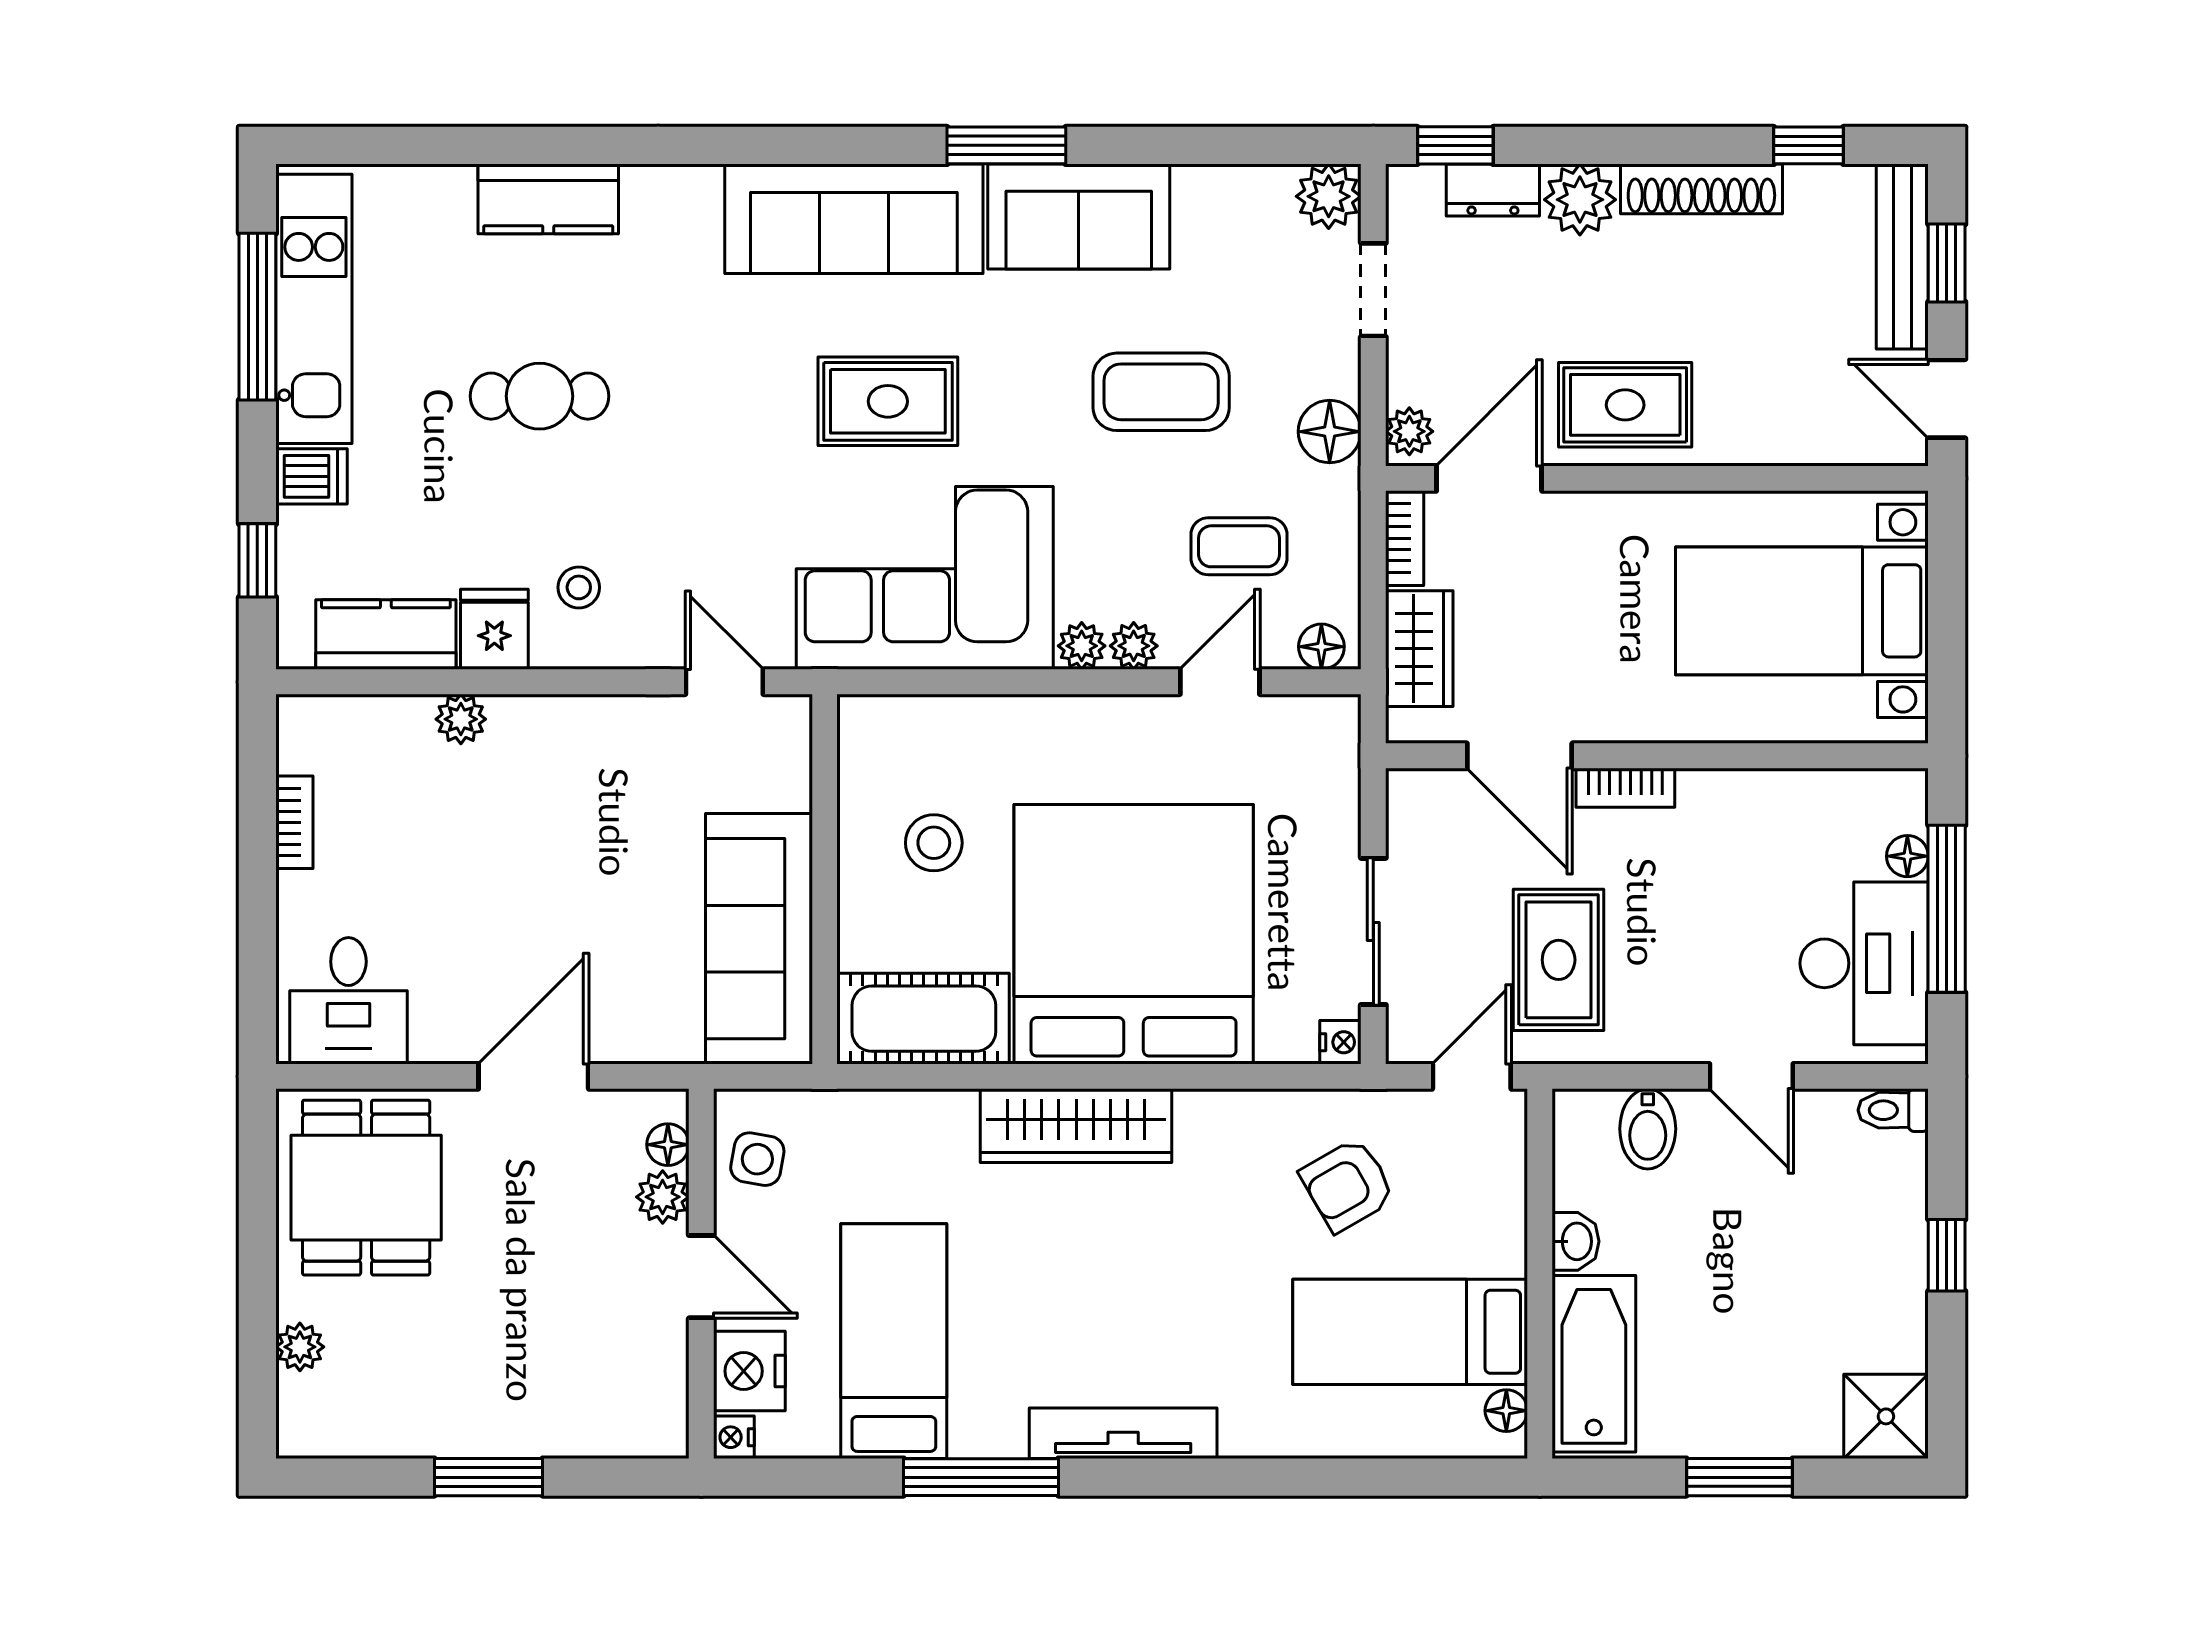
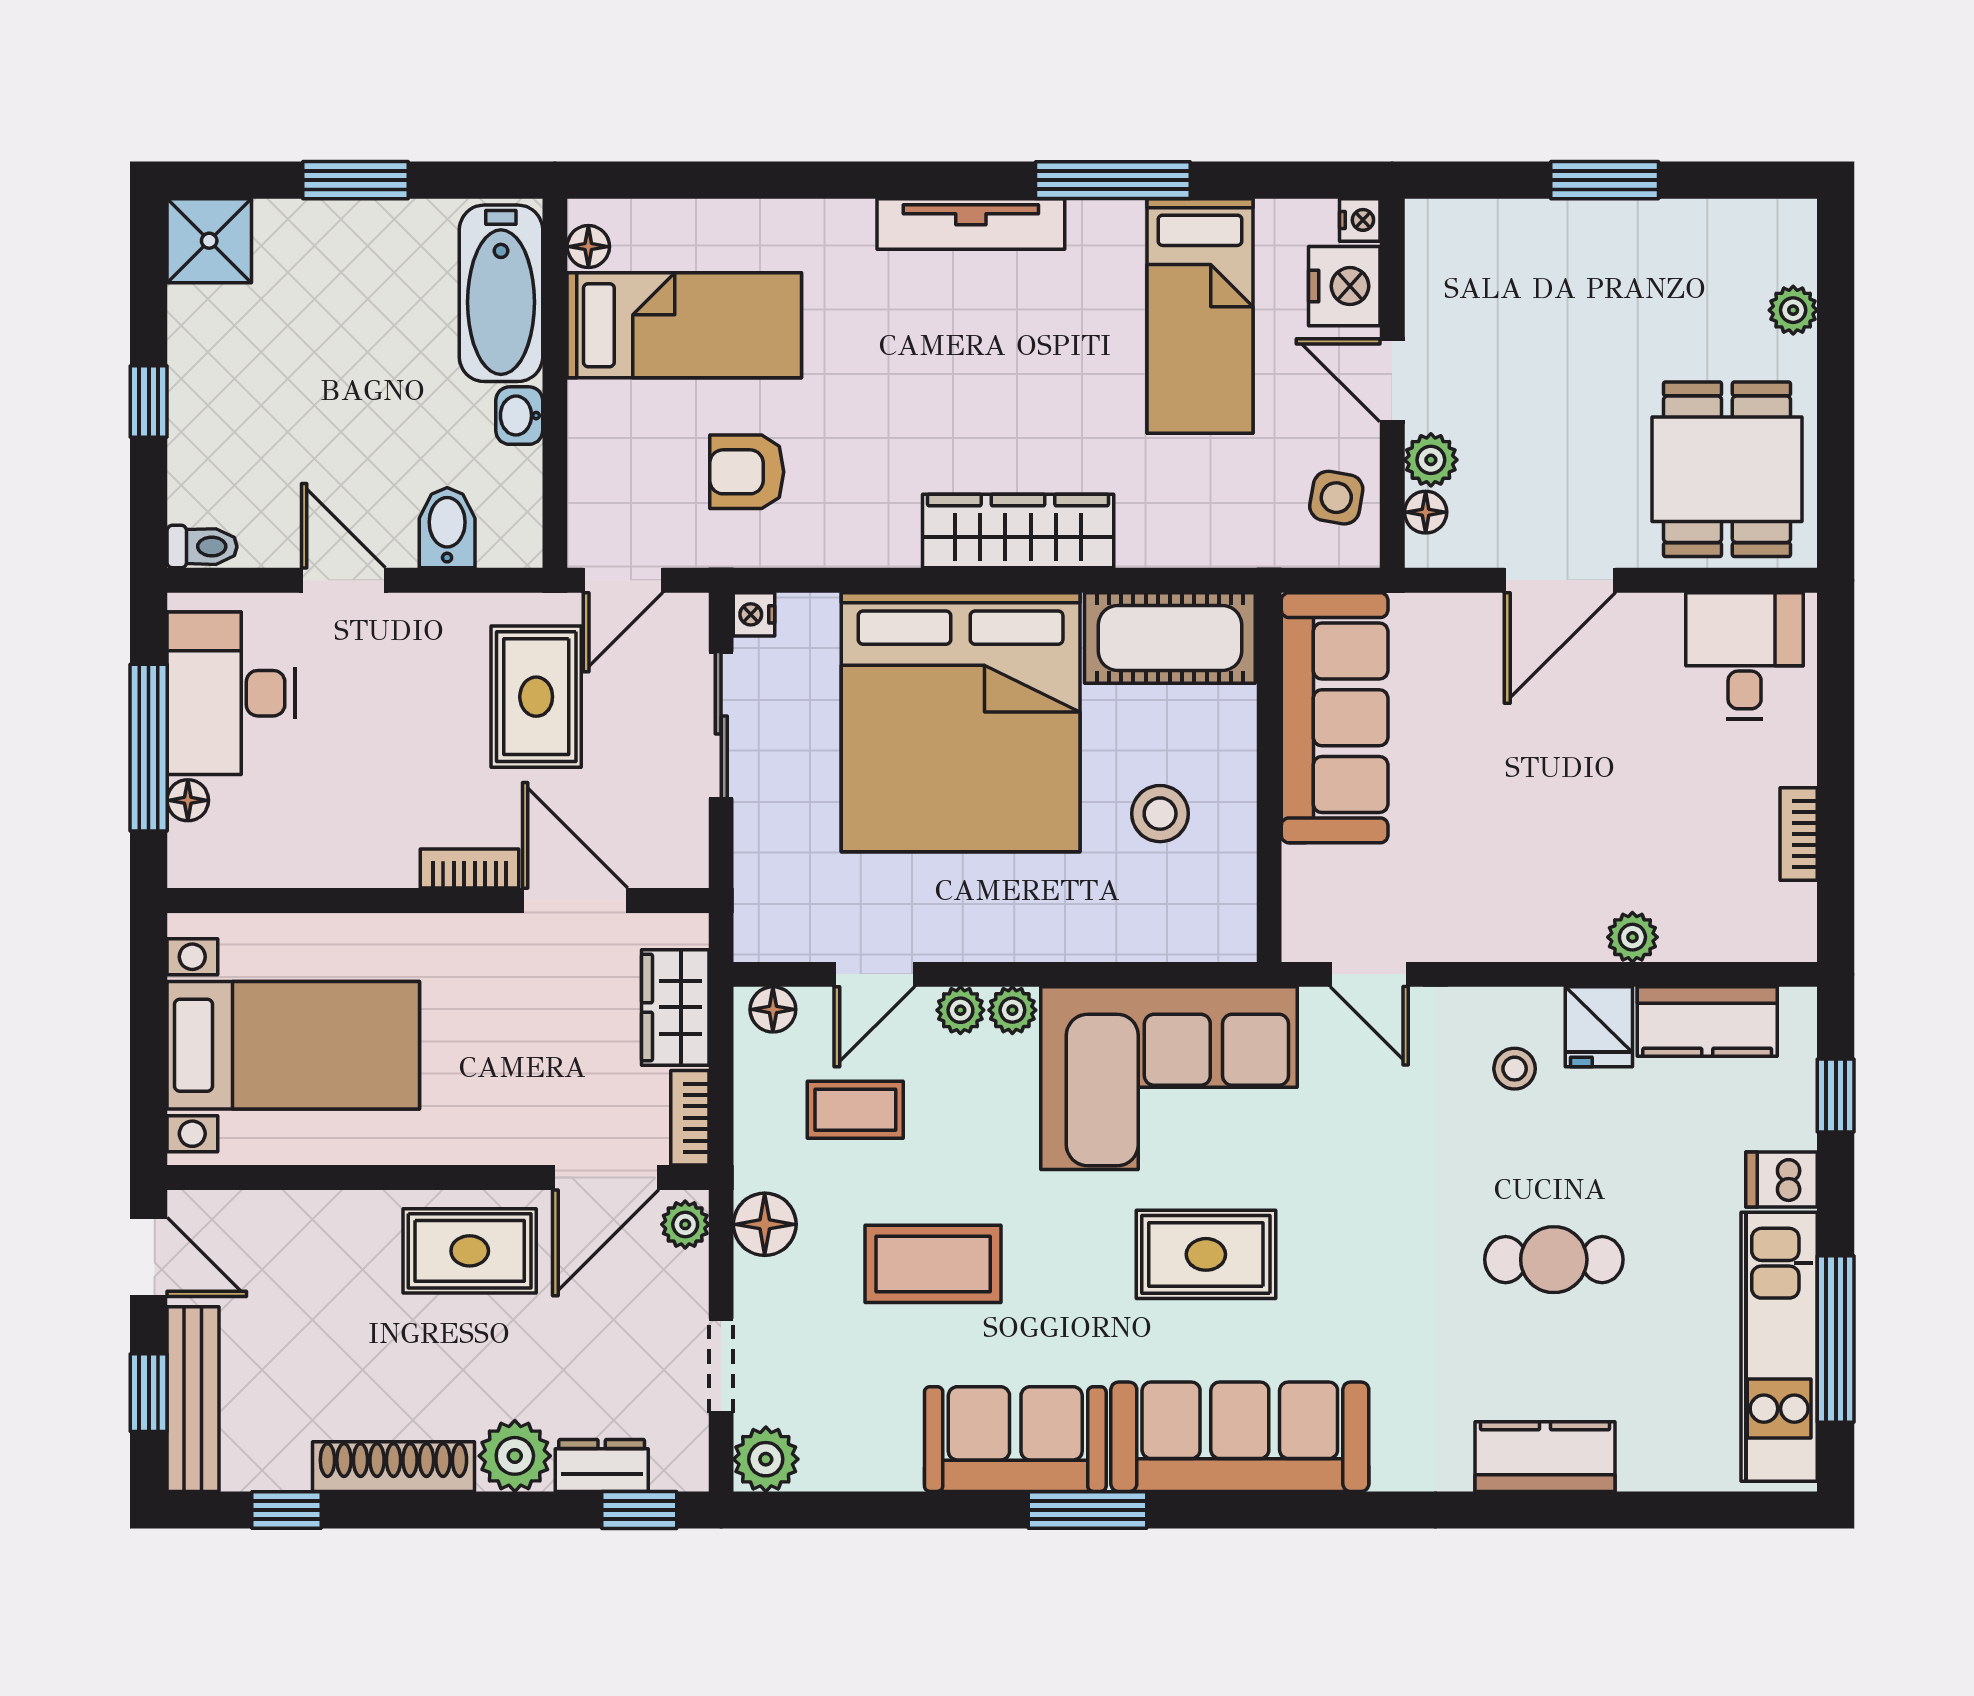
armchair: (1348, 1185) -> (747, 472), turned -150

